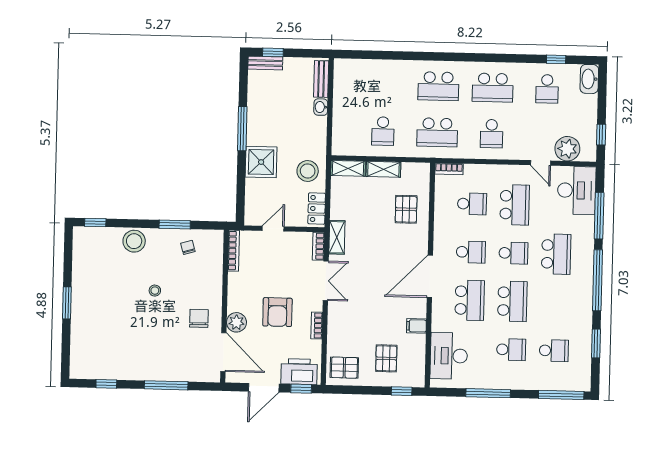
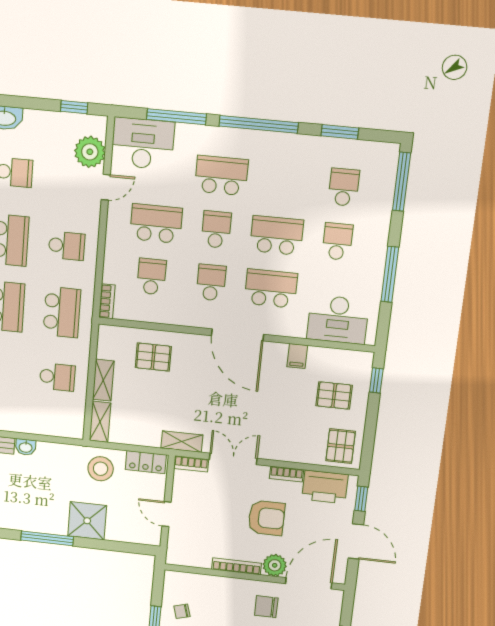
bookcase: (234, 251) -> (237, 566), moved
printer: (299, 372) -> (325, 487), moved, turned -90

